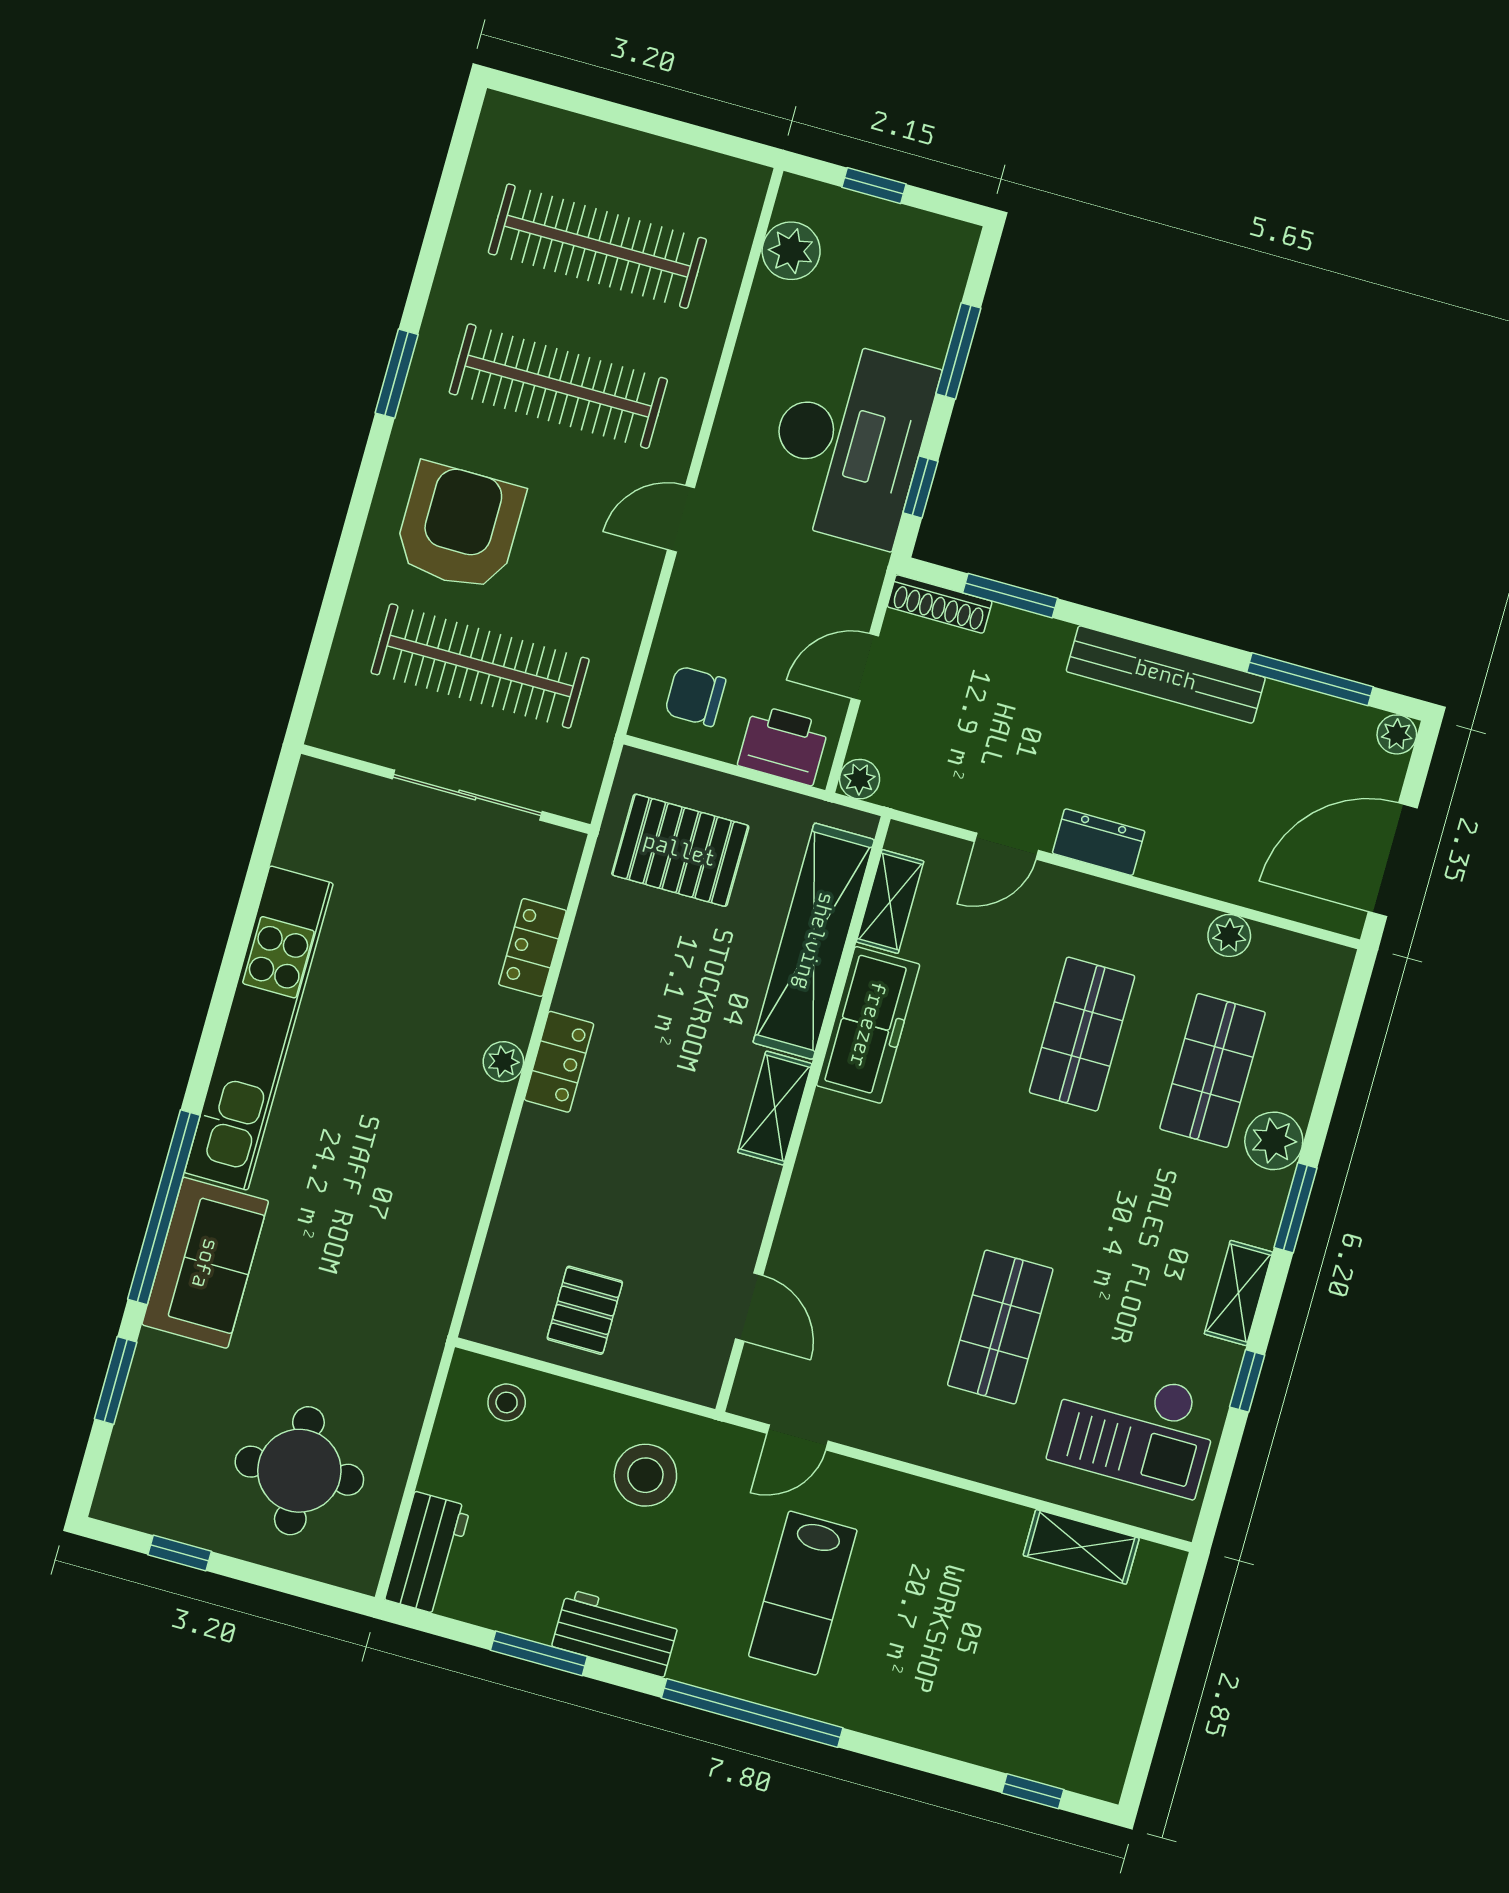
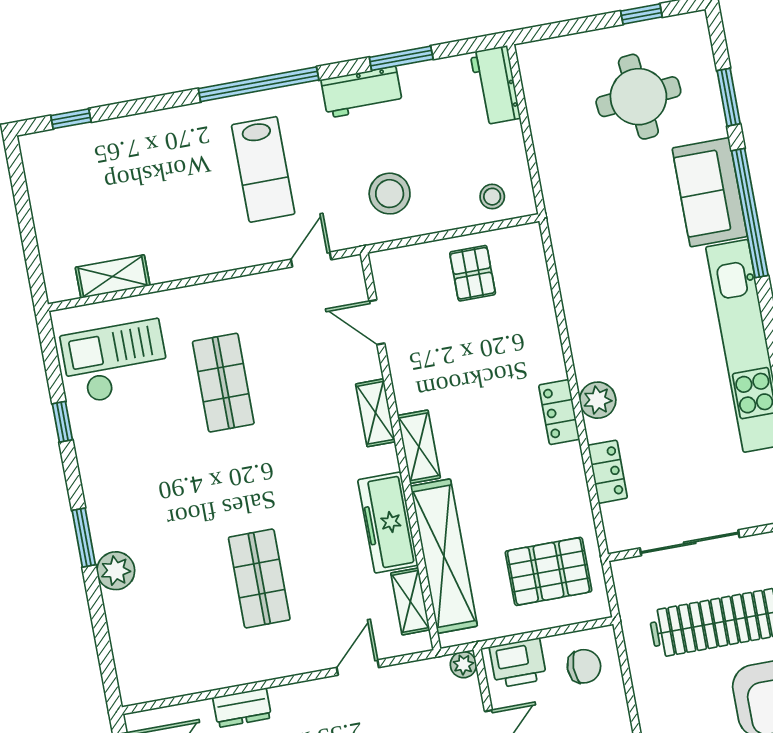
dresser: (1099, 842) -> (242, 708), moved
plant: (1229, 935) -> (201, 679), removed
plant: (503, 1062) -> (598, 400), width x1.38, depth x1.38
shop shelf: (1212, 1071) -> (172, 595), removed
shelving: (1238, 1293) -> (375, 413), moved
round table: (299, 1471) -> (638, 97), moved
lab bench: (803, 1593) -> (263, 169), turned 180

